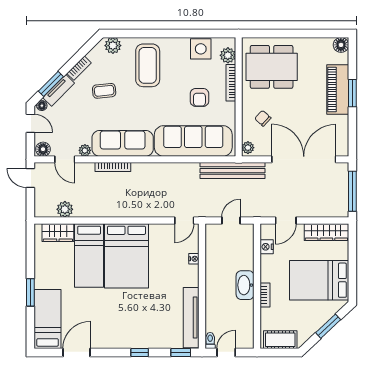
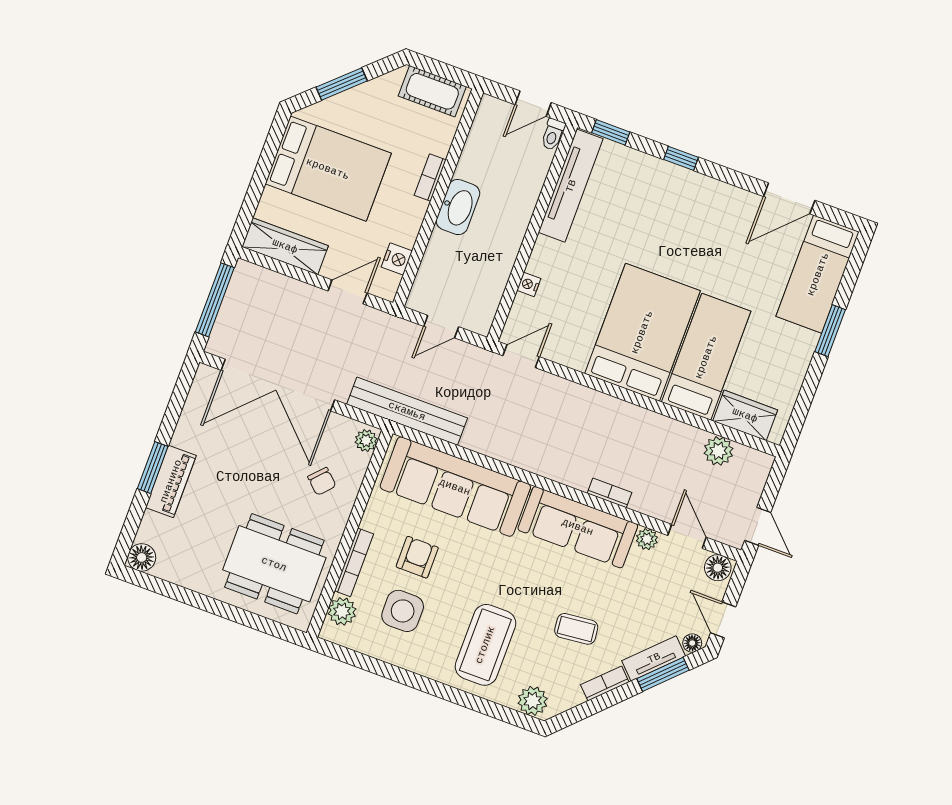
side table: (201, 49) -> (403, 611), moved
piano: (338, 90) -> (171, 481), width x0.73, depth x0.75
bookcase: (113, 167) -> (610, 493), width x0.64

